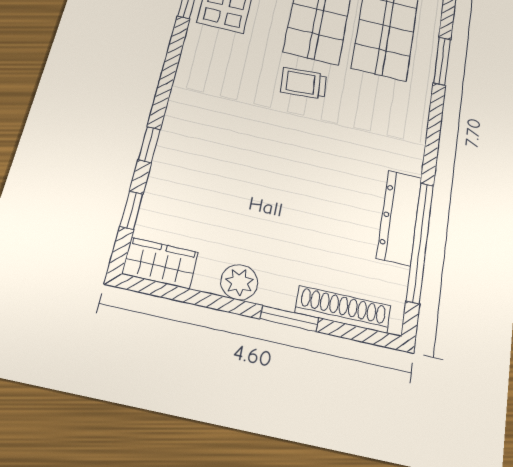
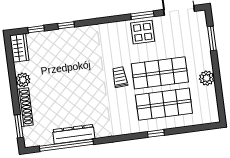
window: (442, 61) -> (156, 133), width x0.67
shoe rack: (343, 309) -> (25, 107), moved
window: (289, 318) -> (19, 126), moved

